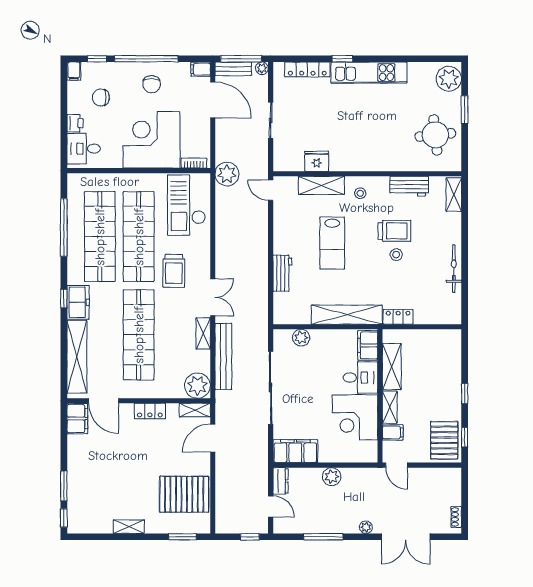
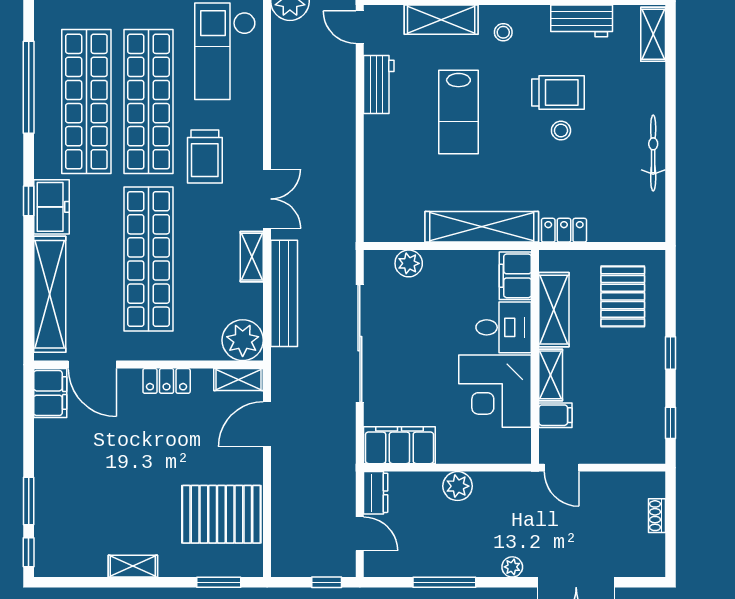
workbench: (282, 273) -> (379, 84), moved
pallet: (444, 440) -> (623, 296), moved
shoe rack: (456, 517) -> (657, 516), moved

